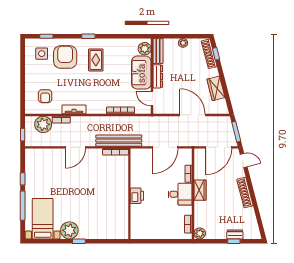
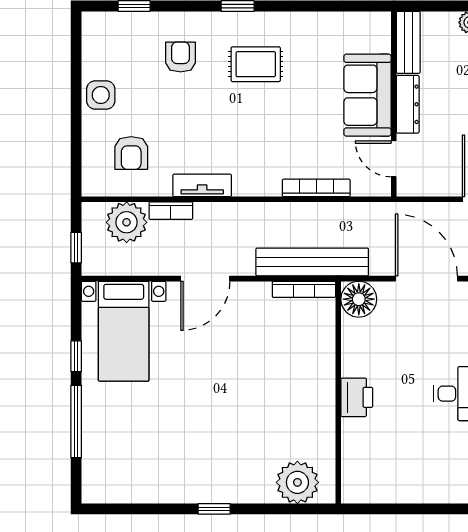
plant: (145, 49) -> (376, 37), removed
side table: (42, 54) -> (101, 95), moved
armchair: (65, 57) -> (181, 57), width x0.53, depth x0.53
rug: (96, 60) -> (256, 64), turned 90
door: (165, 147) -> (426, 279), swing flipped
floor lamp: (138, 156) -> (359, 299), added
bed with nightstands: (43, 219) -> (124, 331), moved, turned 180
plant: (69, 230) -> (297, 482), moved

